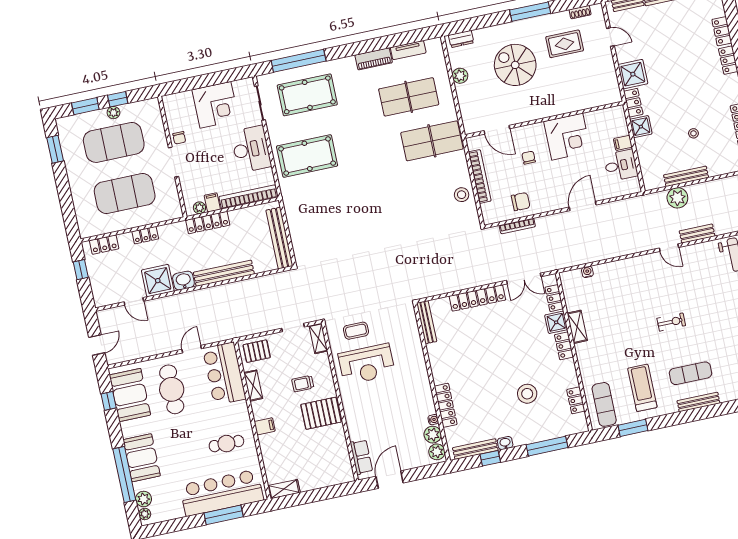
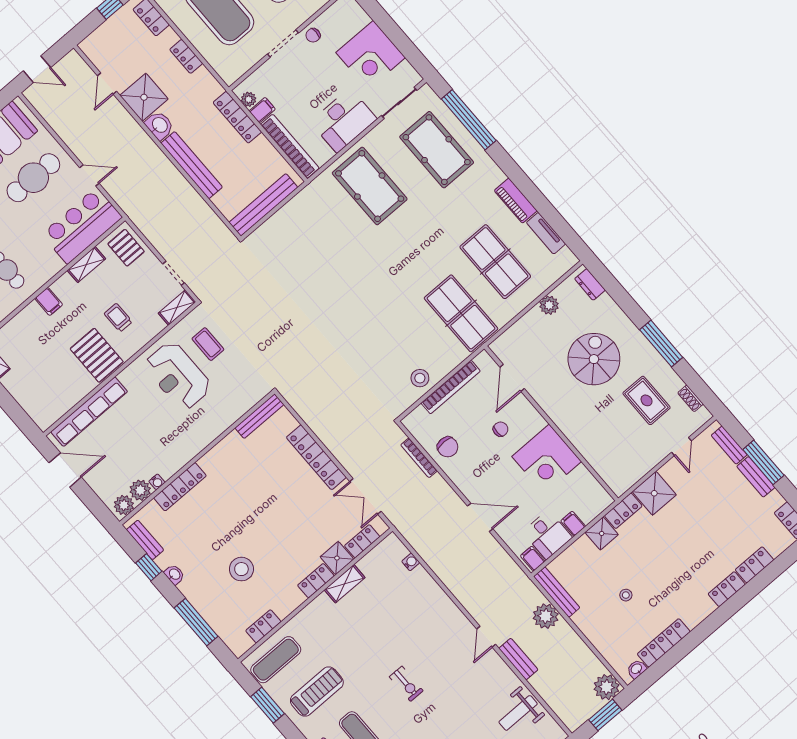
bench: (686, 176) -> (557, 592), moved
filing cabinet: (632, 185) -> (533, 559), added
bench: (475, 449) -> (145, 540), width x0.73
row of seats: (361, 457) -> (89, 412), width x2.02

